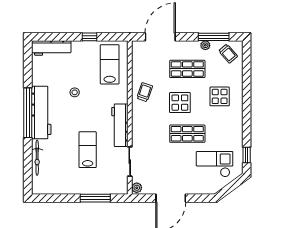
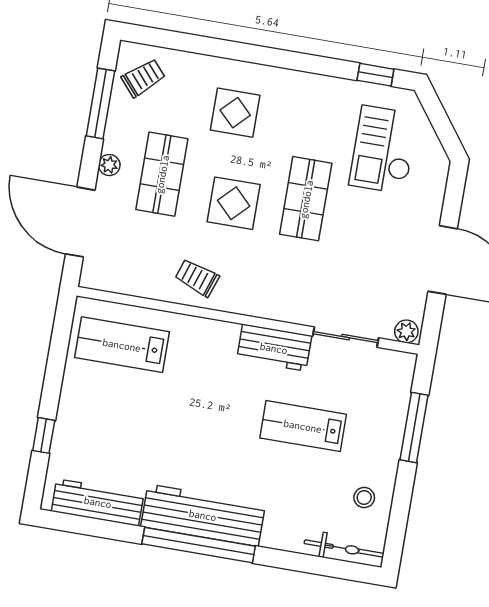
window: (90, 37) -> (44, 435), moved
plant: (205, 45) -> (109, 165), moved
workbench: (51, 48) -> (98, 502), moved, turned -90
stool: (75, 92) -> (364, 497), moved
workbench: (120, 125) -> (274, 348), width x0.73
bicycle: (37, 158) -> (344, 548), moved

